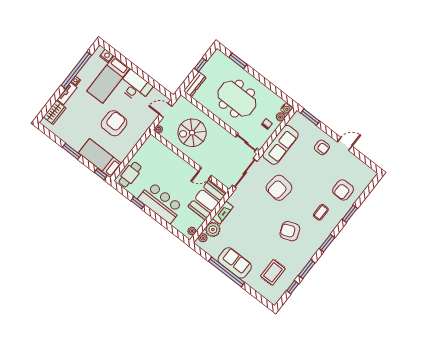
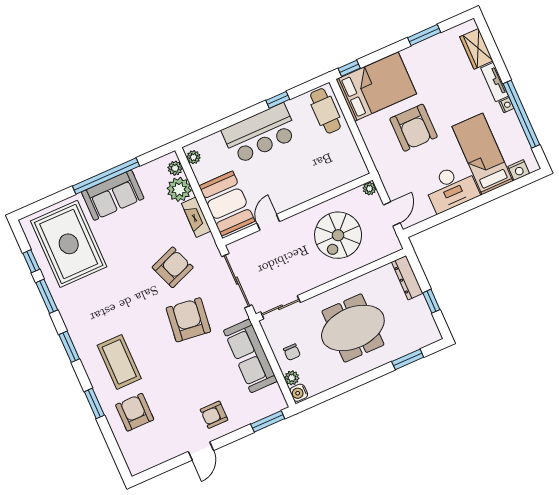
spiral stairs: (192, 133) -> (338, 235), turned 180
window: (72, 151) -> (424, 35), moved
bed: (100, 158) -> (376, 87), width x1.50
coffee table: (321, 212) -> (119, 362), width x1.86, depth x1.72
armchair: (290, 231) -> (173, 267), moved
rug: (273, 272) -> (69, 244), width x1.86, depth x2.06

